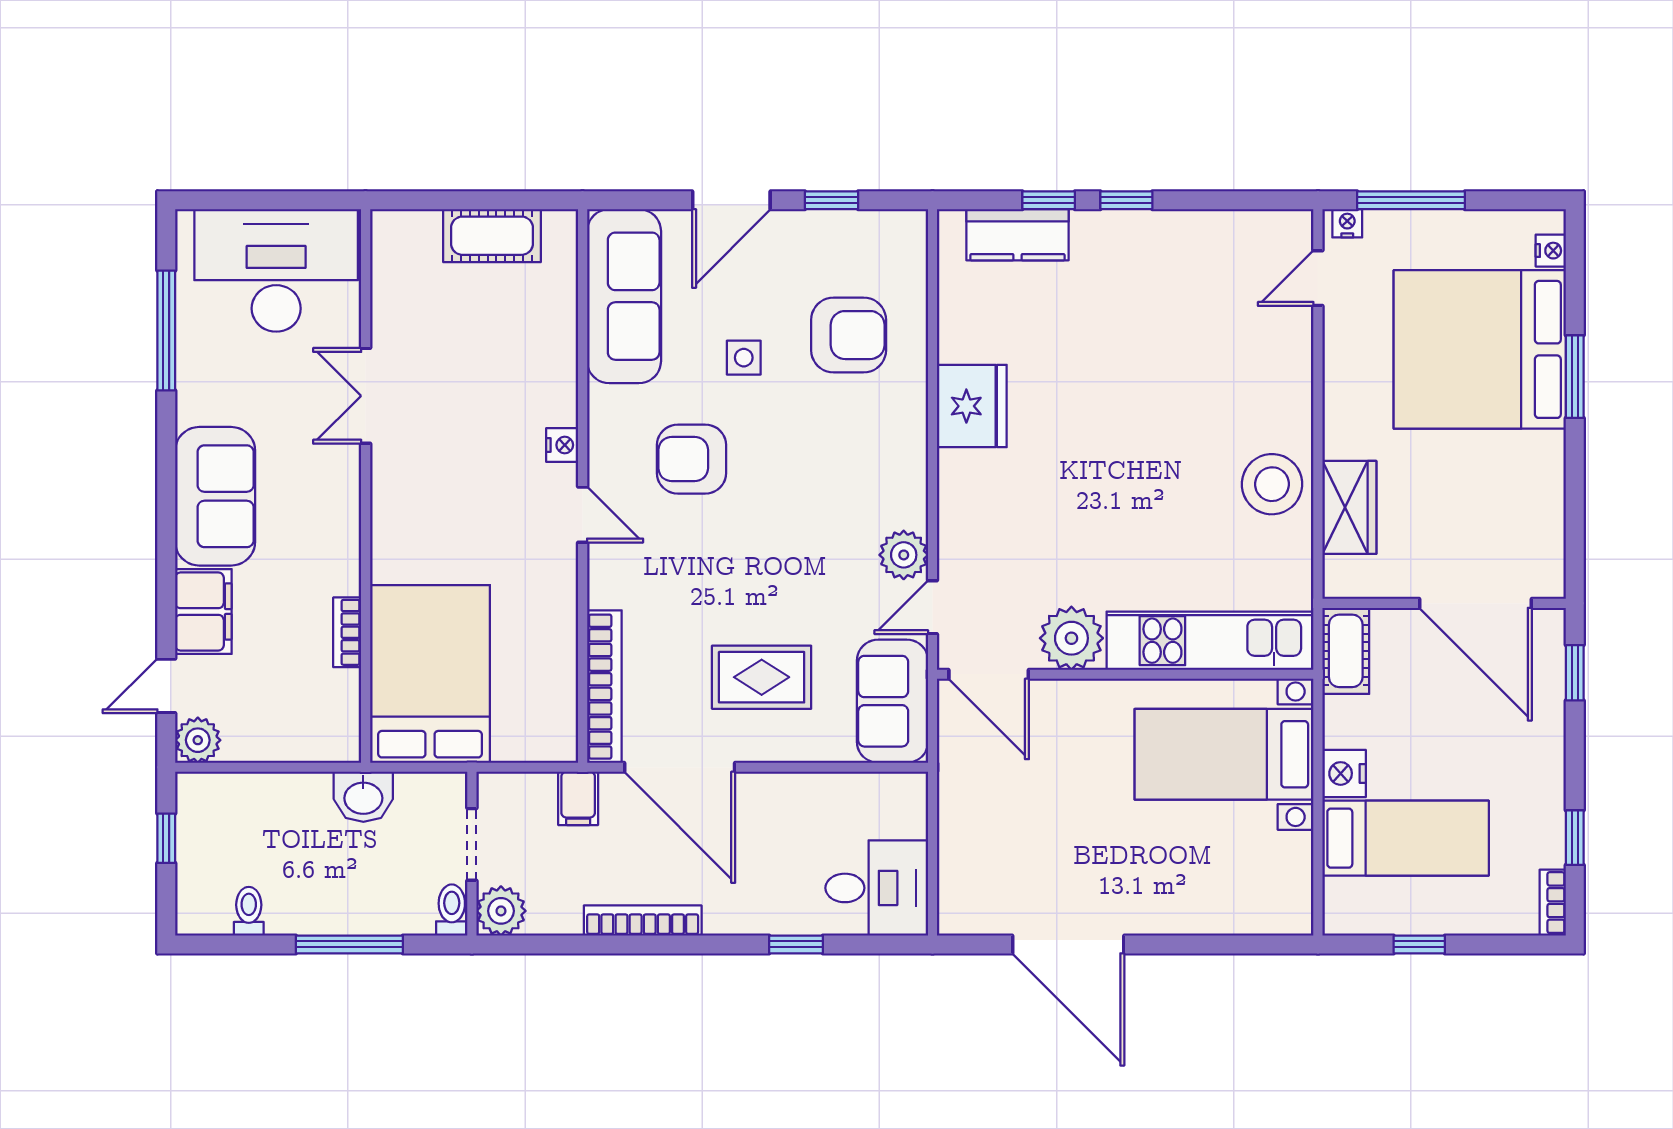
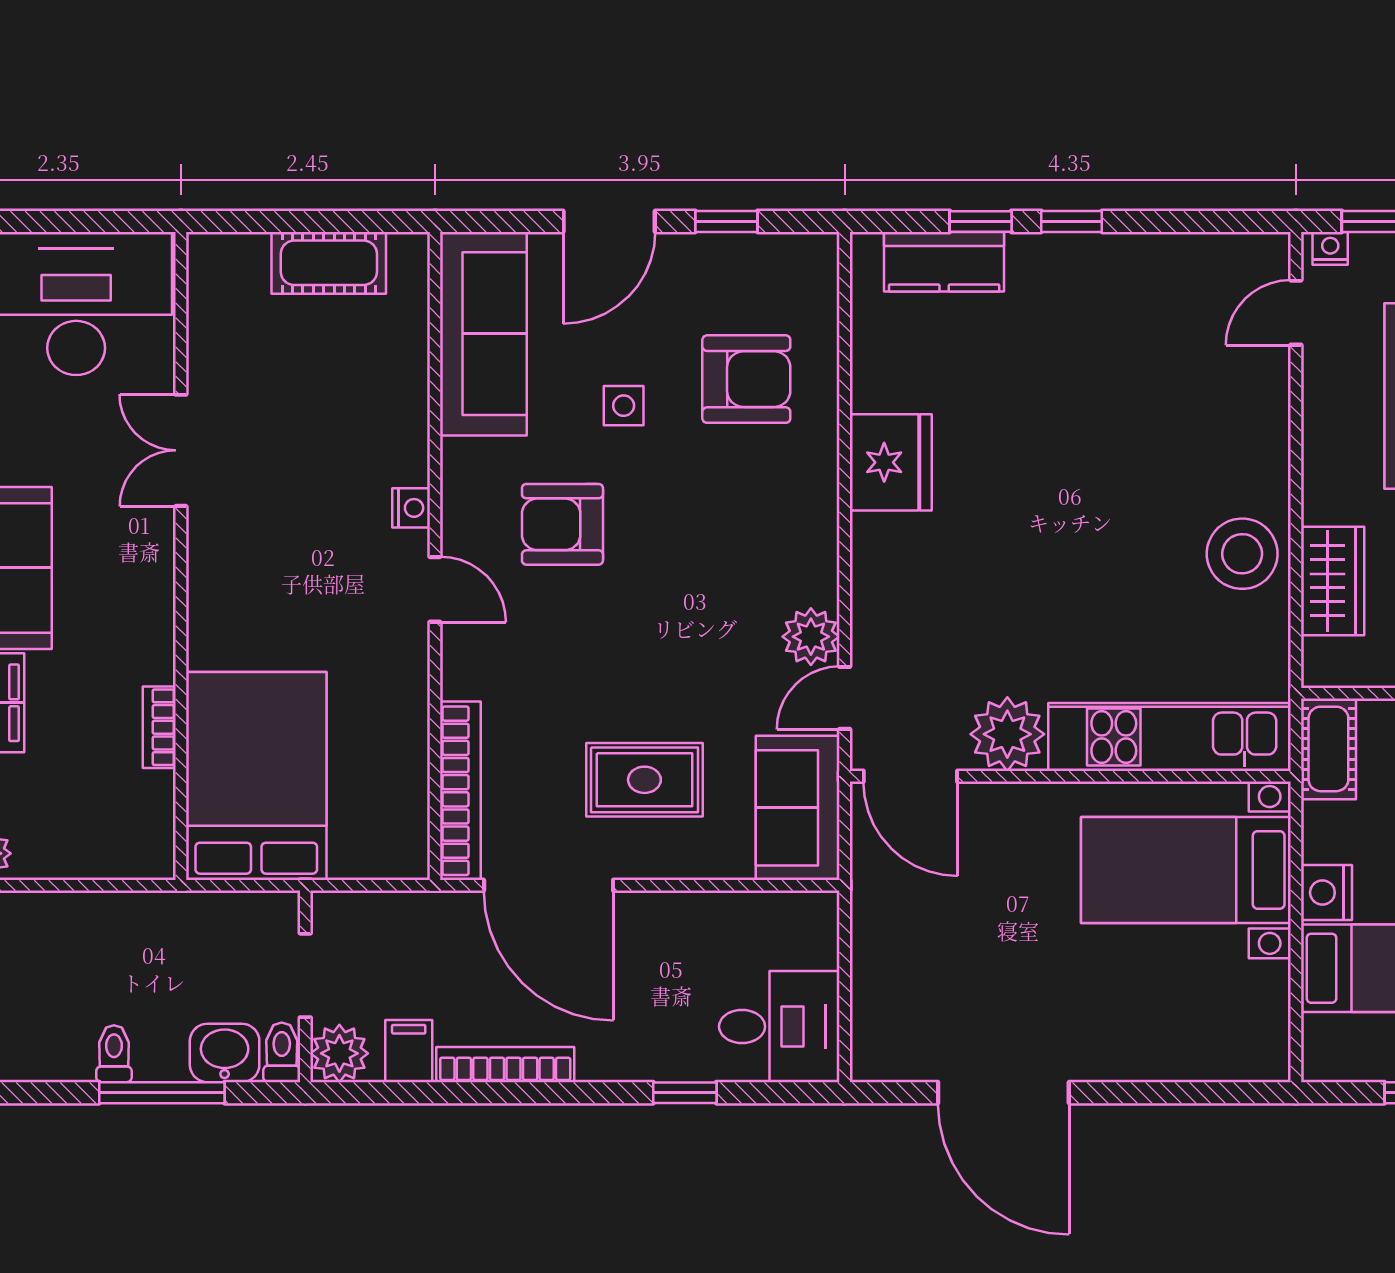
washbasin: (363, 797) -> (225, 1053), moved, turned 180
filing cabinet: (578, 798) -> (409, 1051), moved, turned 180
toilet: (249, 911) -> (114, 1054), moved

